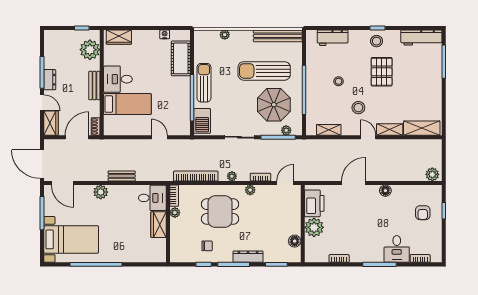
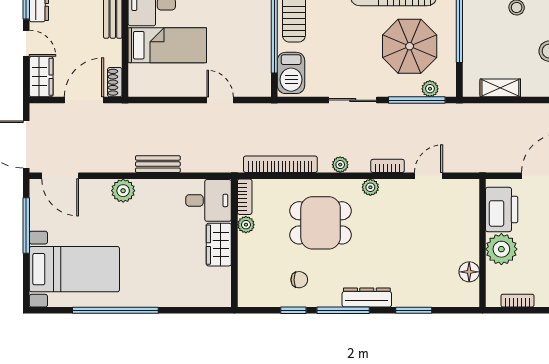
printer: (314, 203) -> (502, 209), moved
wall: (303, 224) -> (482, 243), moved
plant: (314, 227) -> (501, 249), moved
floor lamp: (295, 241) -> (469, 272), moved

